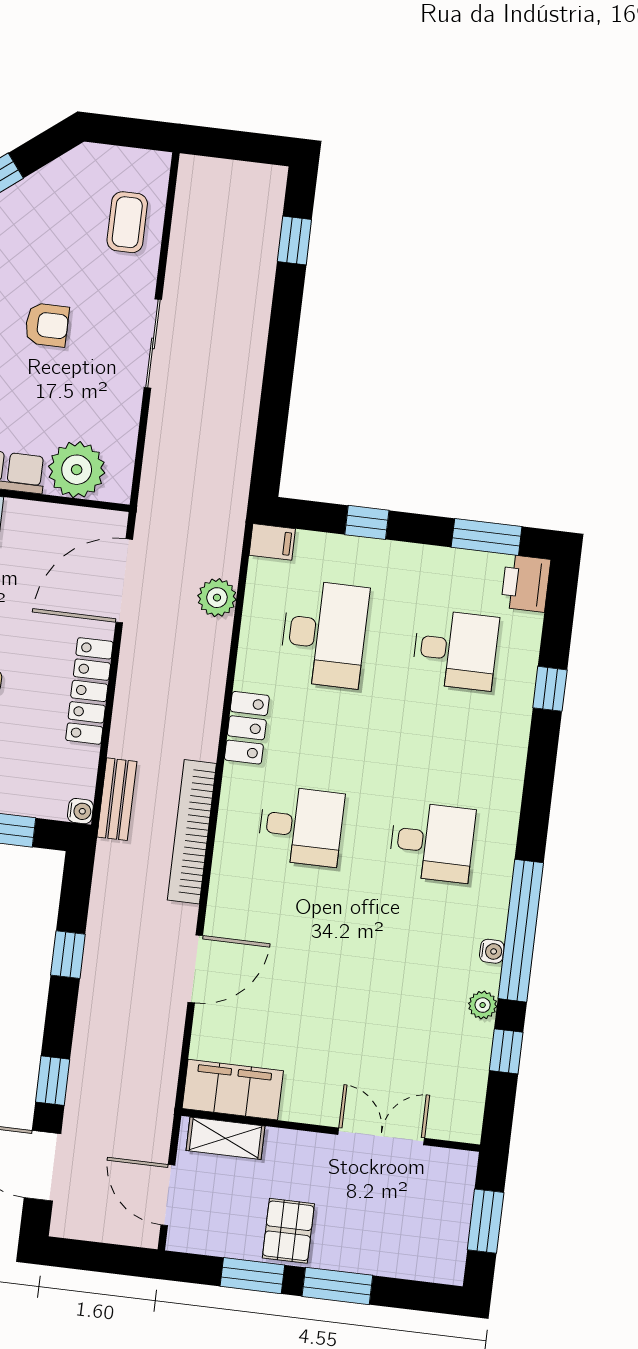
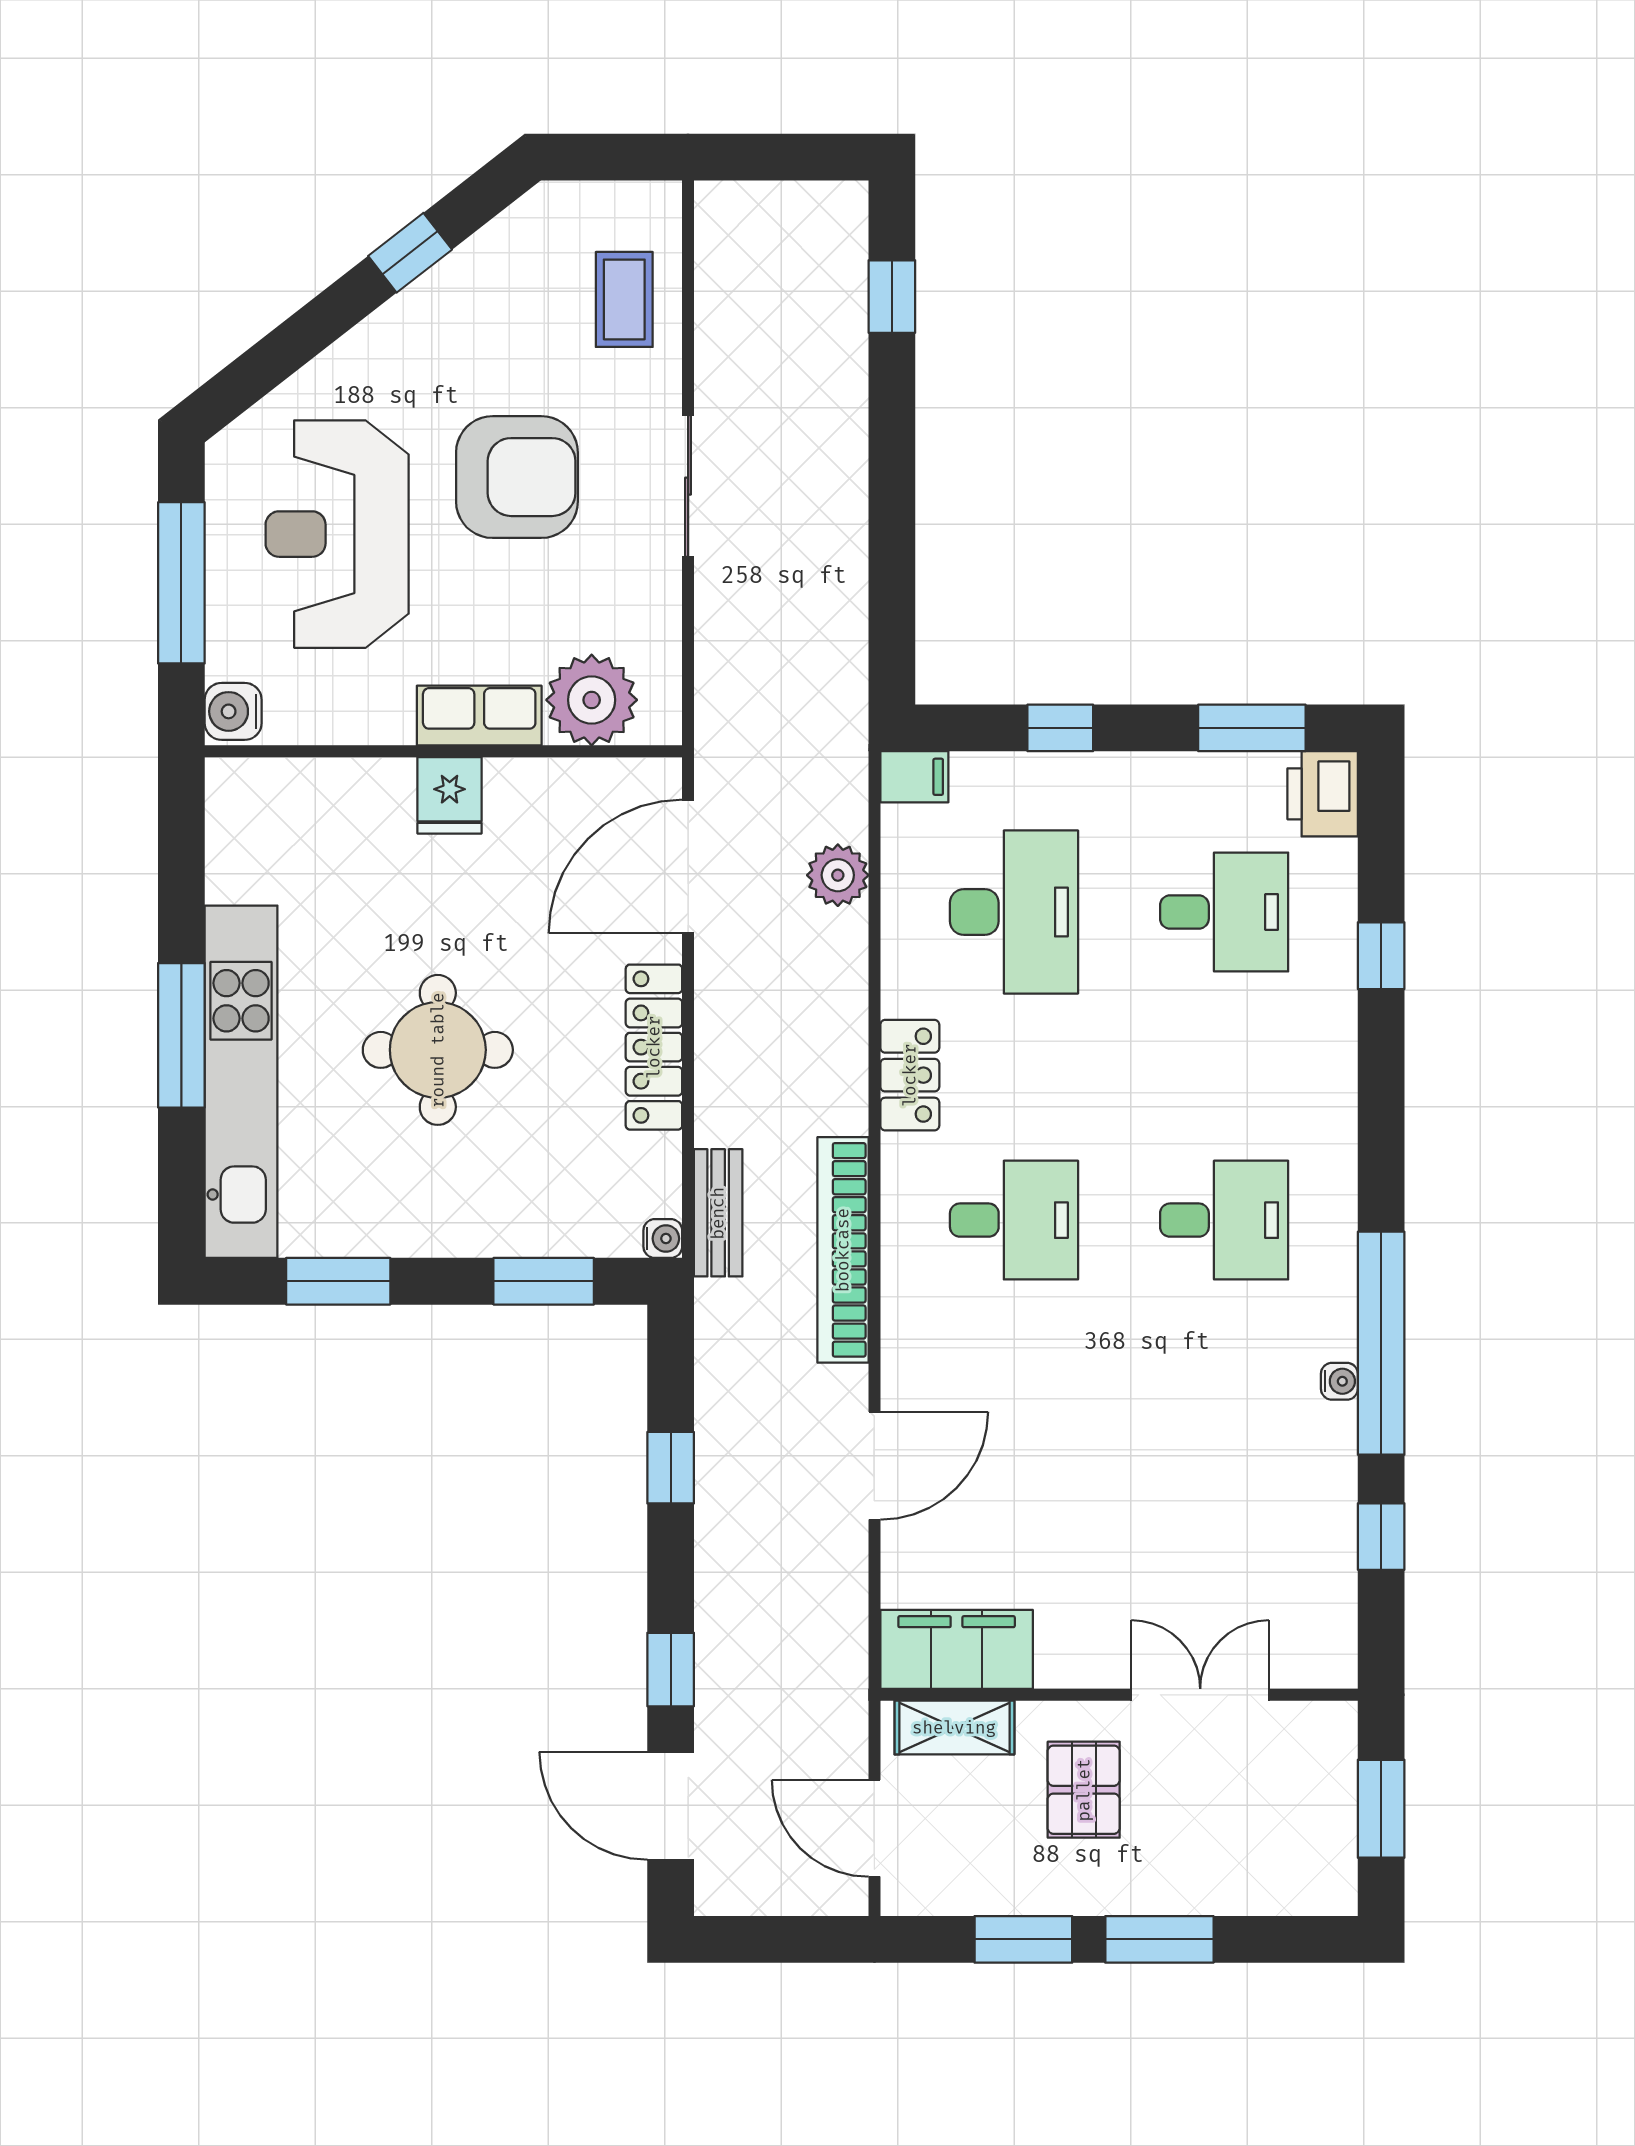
armchair: (47, 325) -> (517, 477), width x1.88, depth x1.88
plant: (483, 1005) -> (1335, 1468), removed
pallet: (288, 1231) -> (1084, 1790), moved

